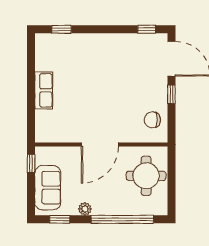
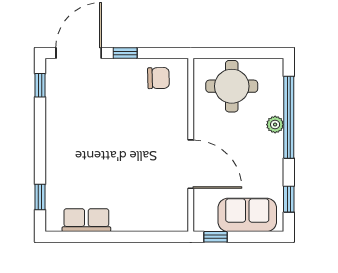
row of seats: (44, 90) -> (86, 220), moved
chair: (152, 120) -> (158, 78), turned -91
door: (100, 144) -> (191, 164), moved
plant: (85, 209) -> (275, 125), moved

